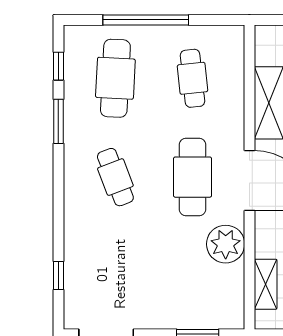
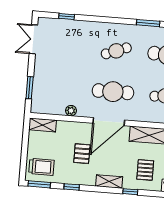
plant: (226, 244) -> (71, 111), width x0.53, depth x0.53
shelving: (266, 284) -> (43, 125), moved

